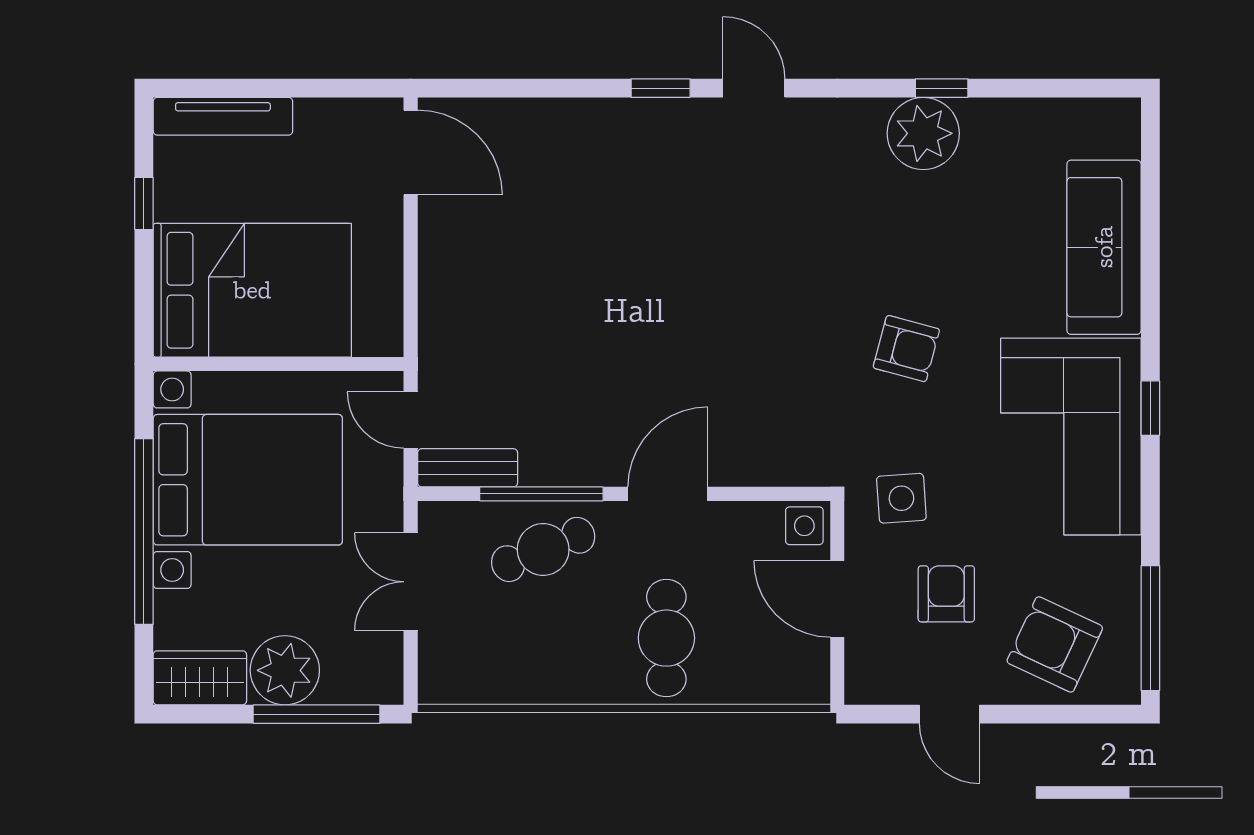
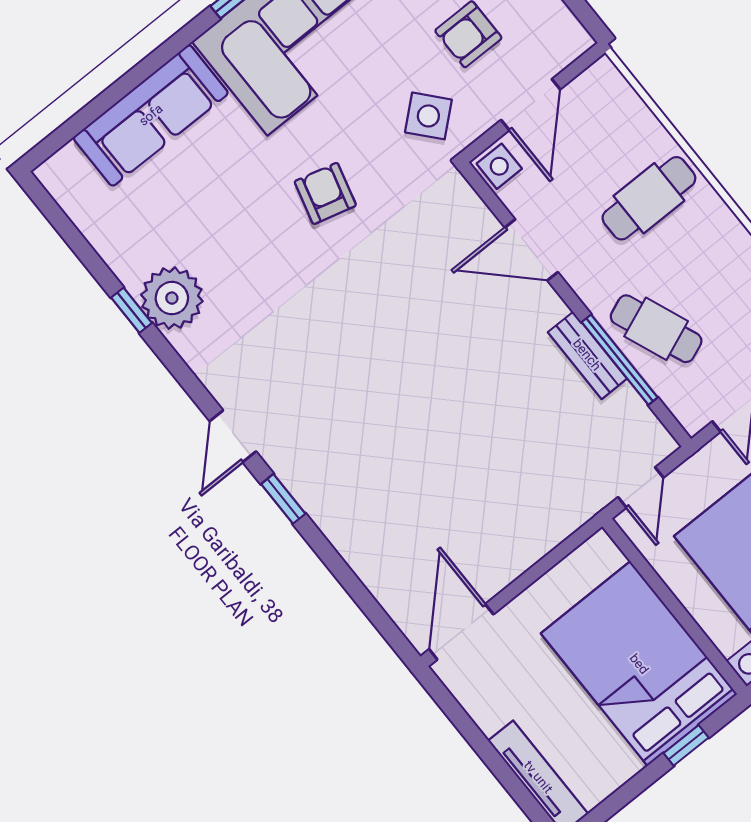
window: (144, 204) -> (686, 745), moved
bench: (468, 468) -> (587, 355), moved
door: (668, 494) -> (531, 250), moved
side table: (901, 498) -> (428, 116), turned -37

